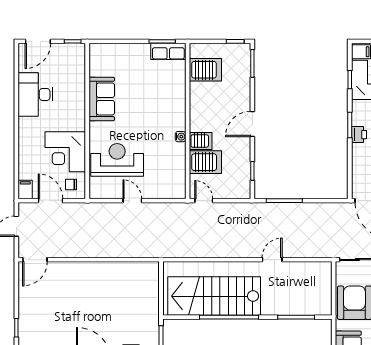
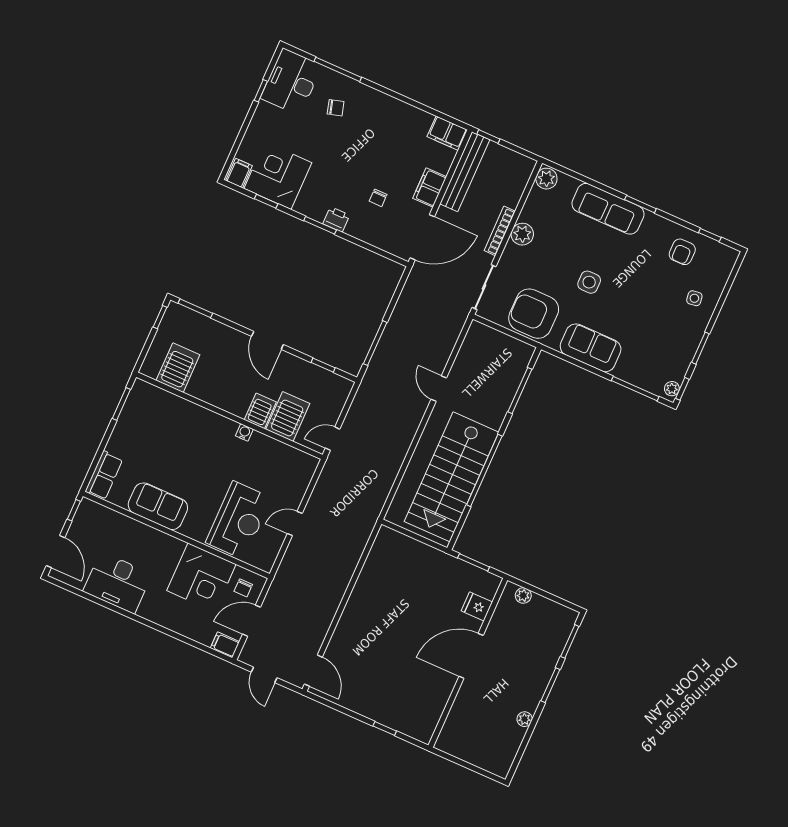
row of seats: (168, 51) -> (104, 475), moved
reception desk: (117, 160) -> (238, 520), turned 180

